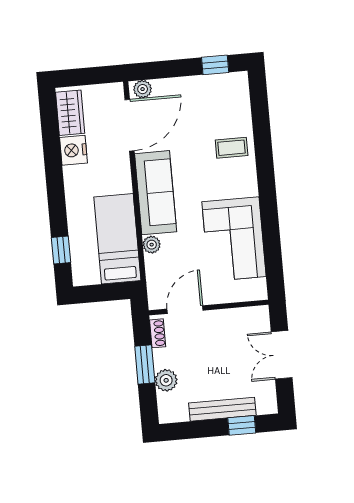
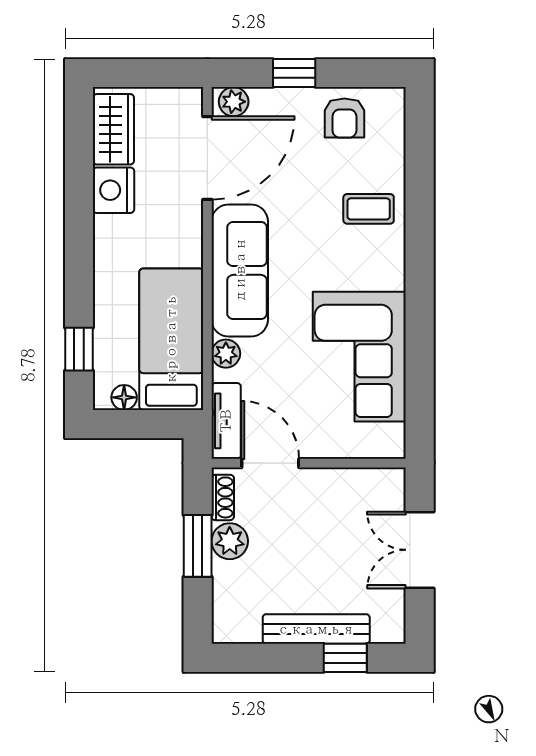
window: (215, 65) -> (294, 73), moved
armchair: (212, 93) -> (344, 118), added
floor lamp: (91, 277) -> (124, 397), added
tv unit: (156, 286) -> (226, 421), added
door: (185, 310) -> (270, 463), hinge flipped
plant: (166, 380) -> (230, 541), moved

